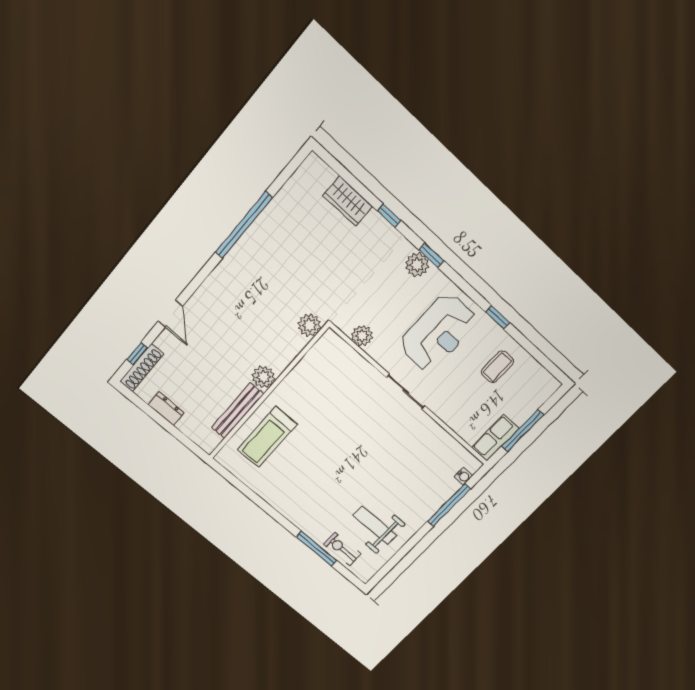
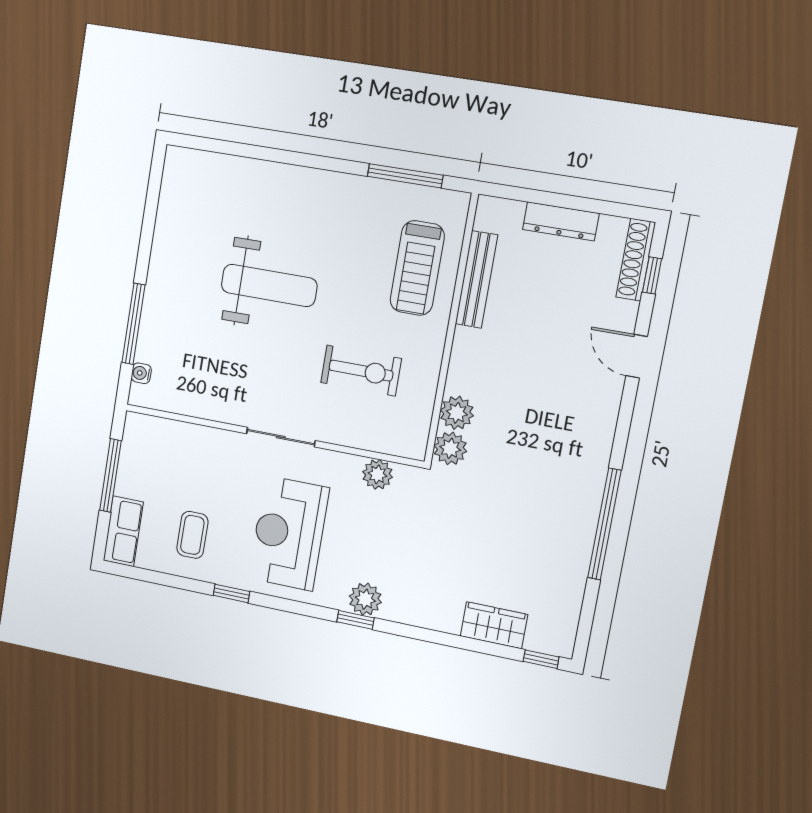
window: (389, 216) -> (541, 659), moved
plant: (264, 377) -> (457, 413), moved
dresser: (166, 409) -> (561, 221), width x1.44
treadmill: (267, 437) -> (417, 268), turned 180
row of seats: (495, 438) -> (123, 531), moved
weight bench: (375, 525) -> (269, 285), moved, width x1.36, depth x1.33
window: (316, 549) -> (405, 176), moved
exercise bike: (342, 549) -> (361, 371), moved, width x1.38, depth x1.39

